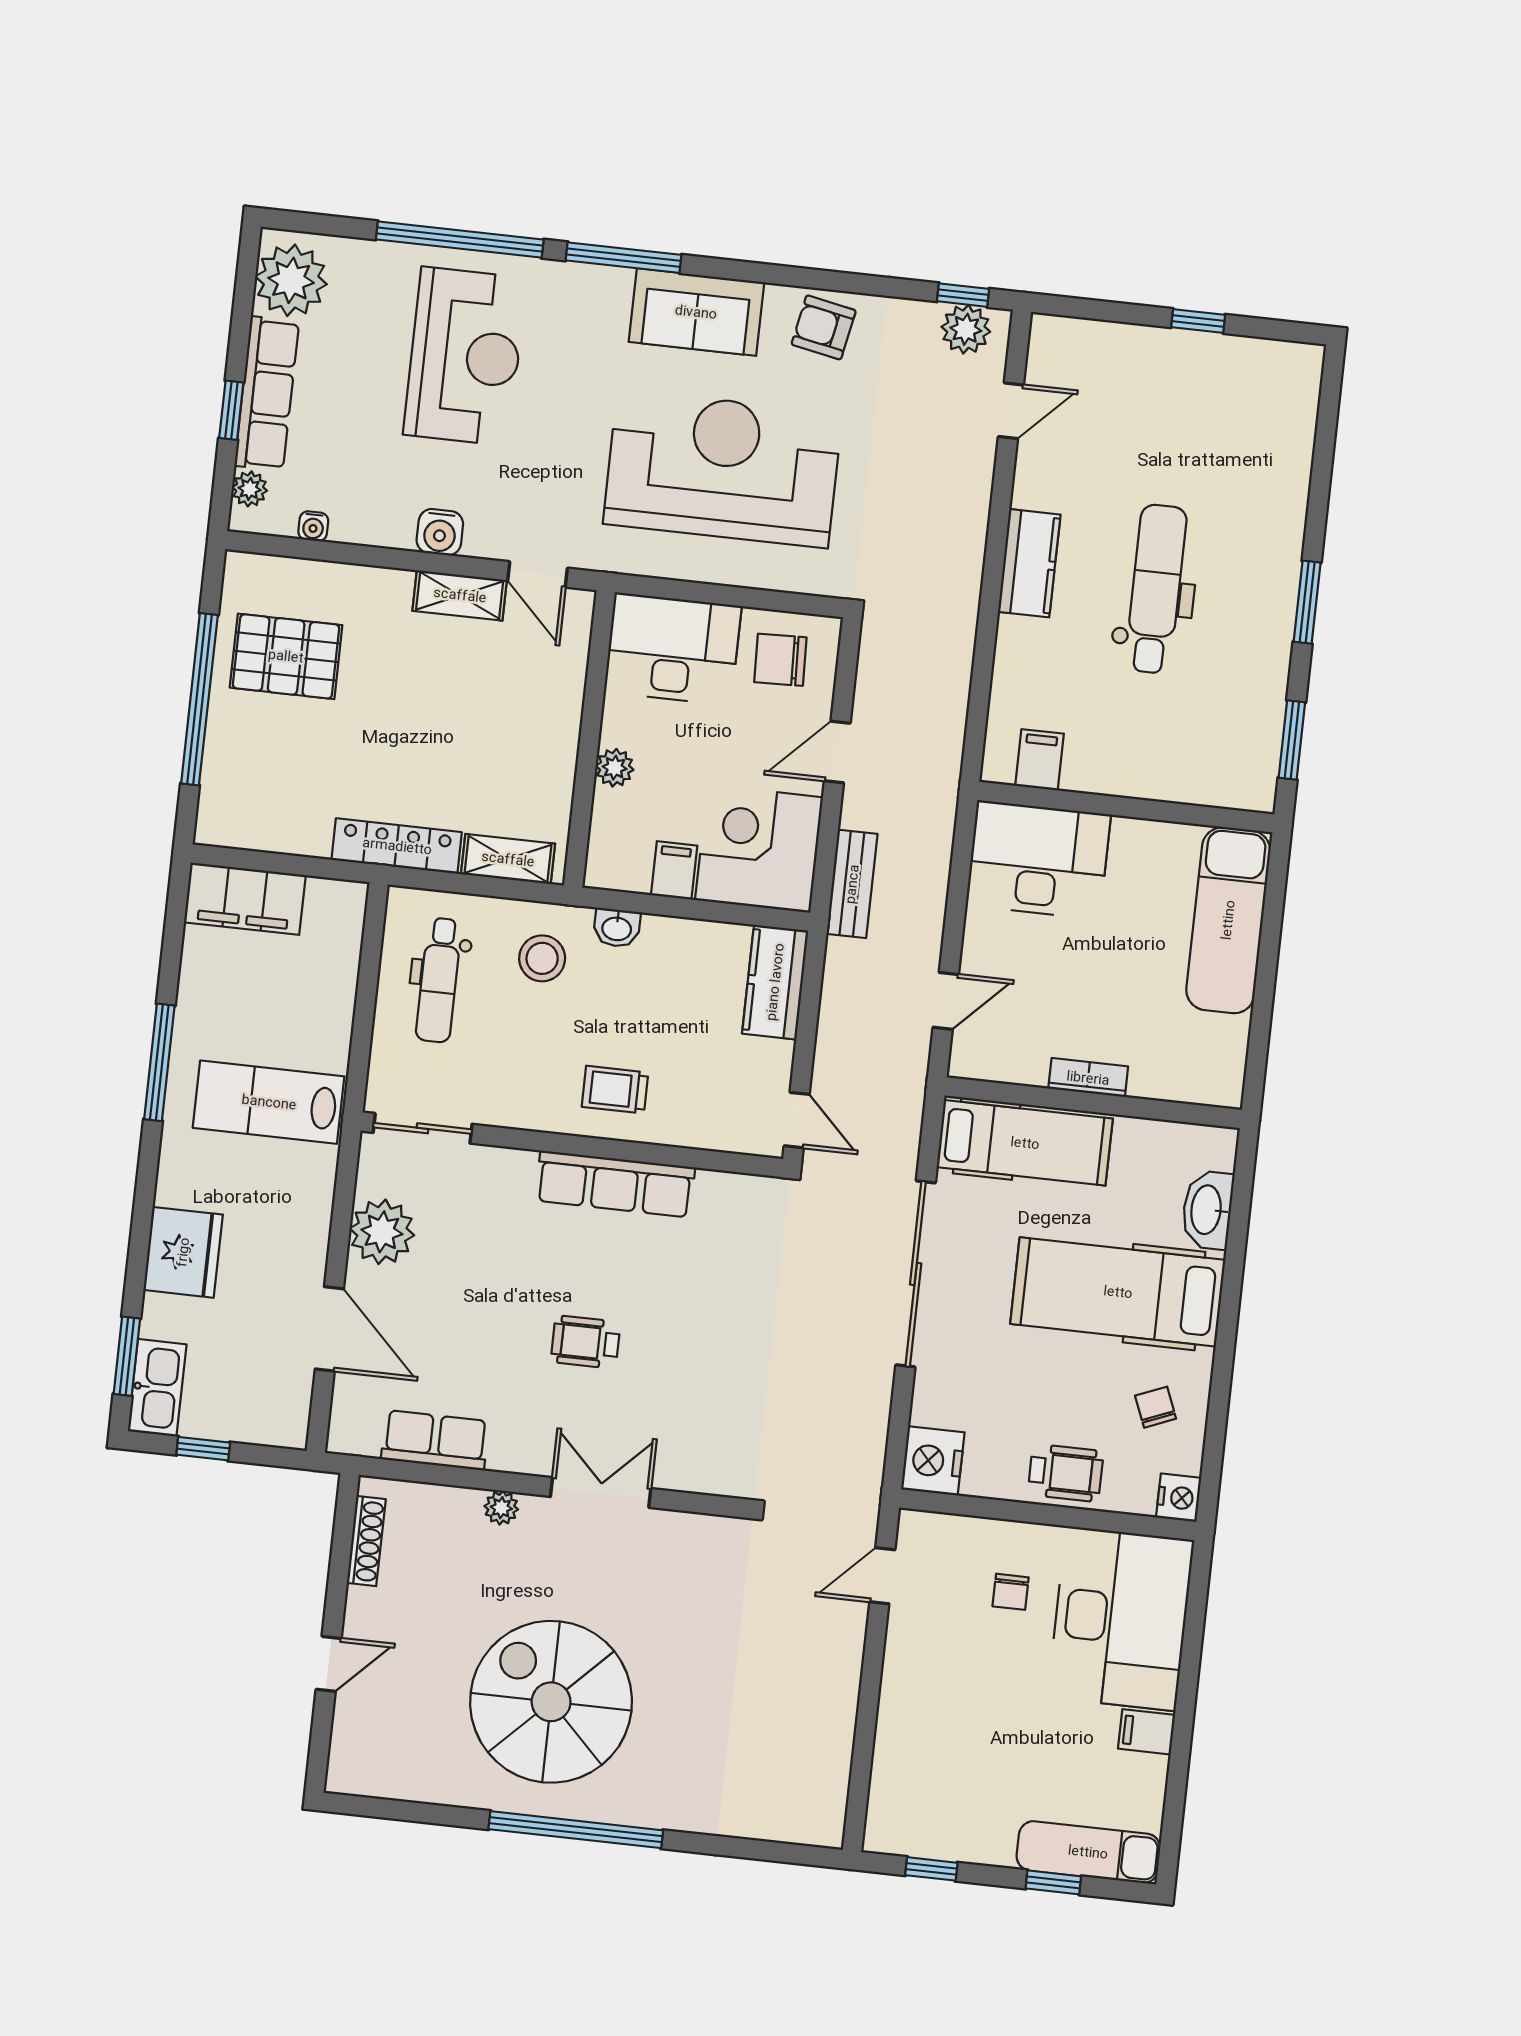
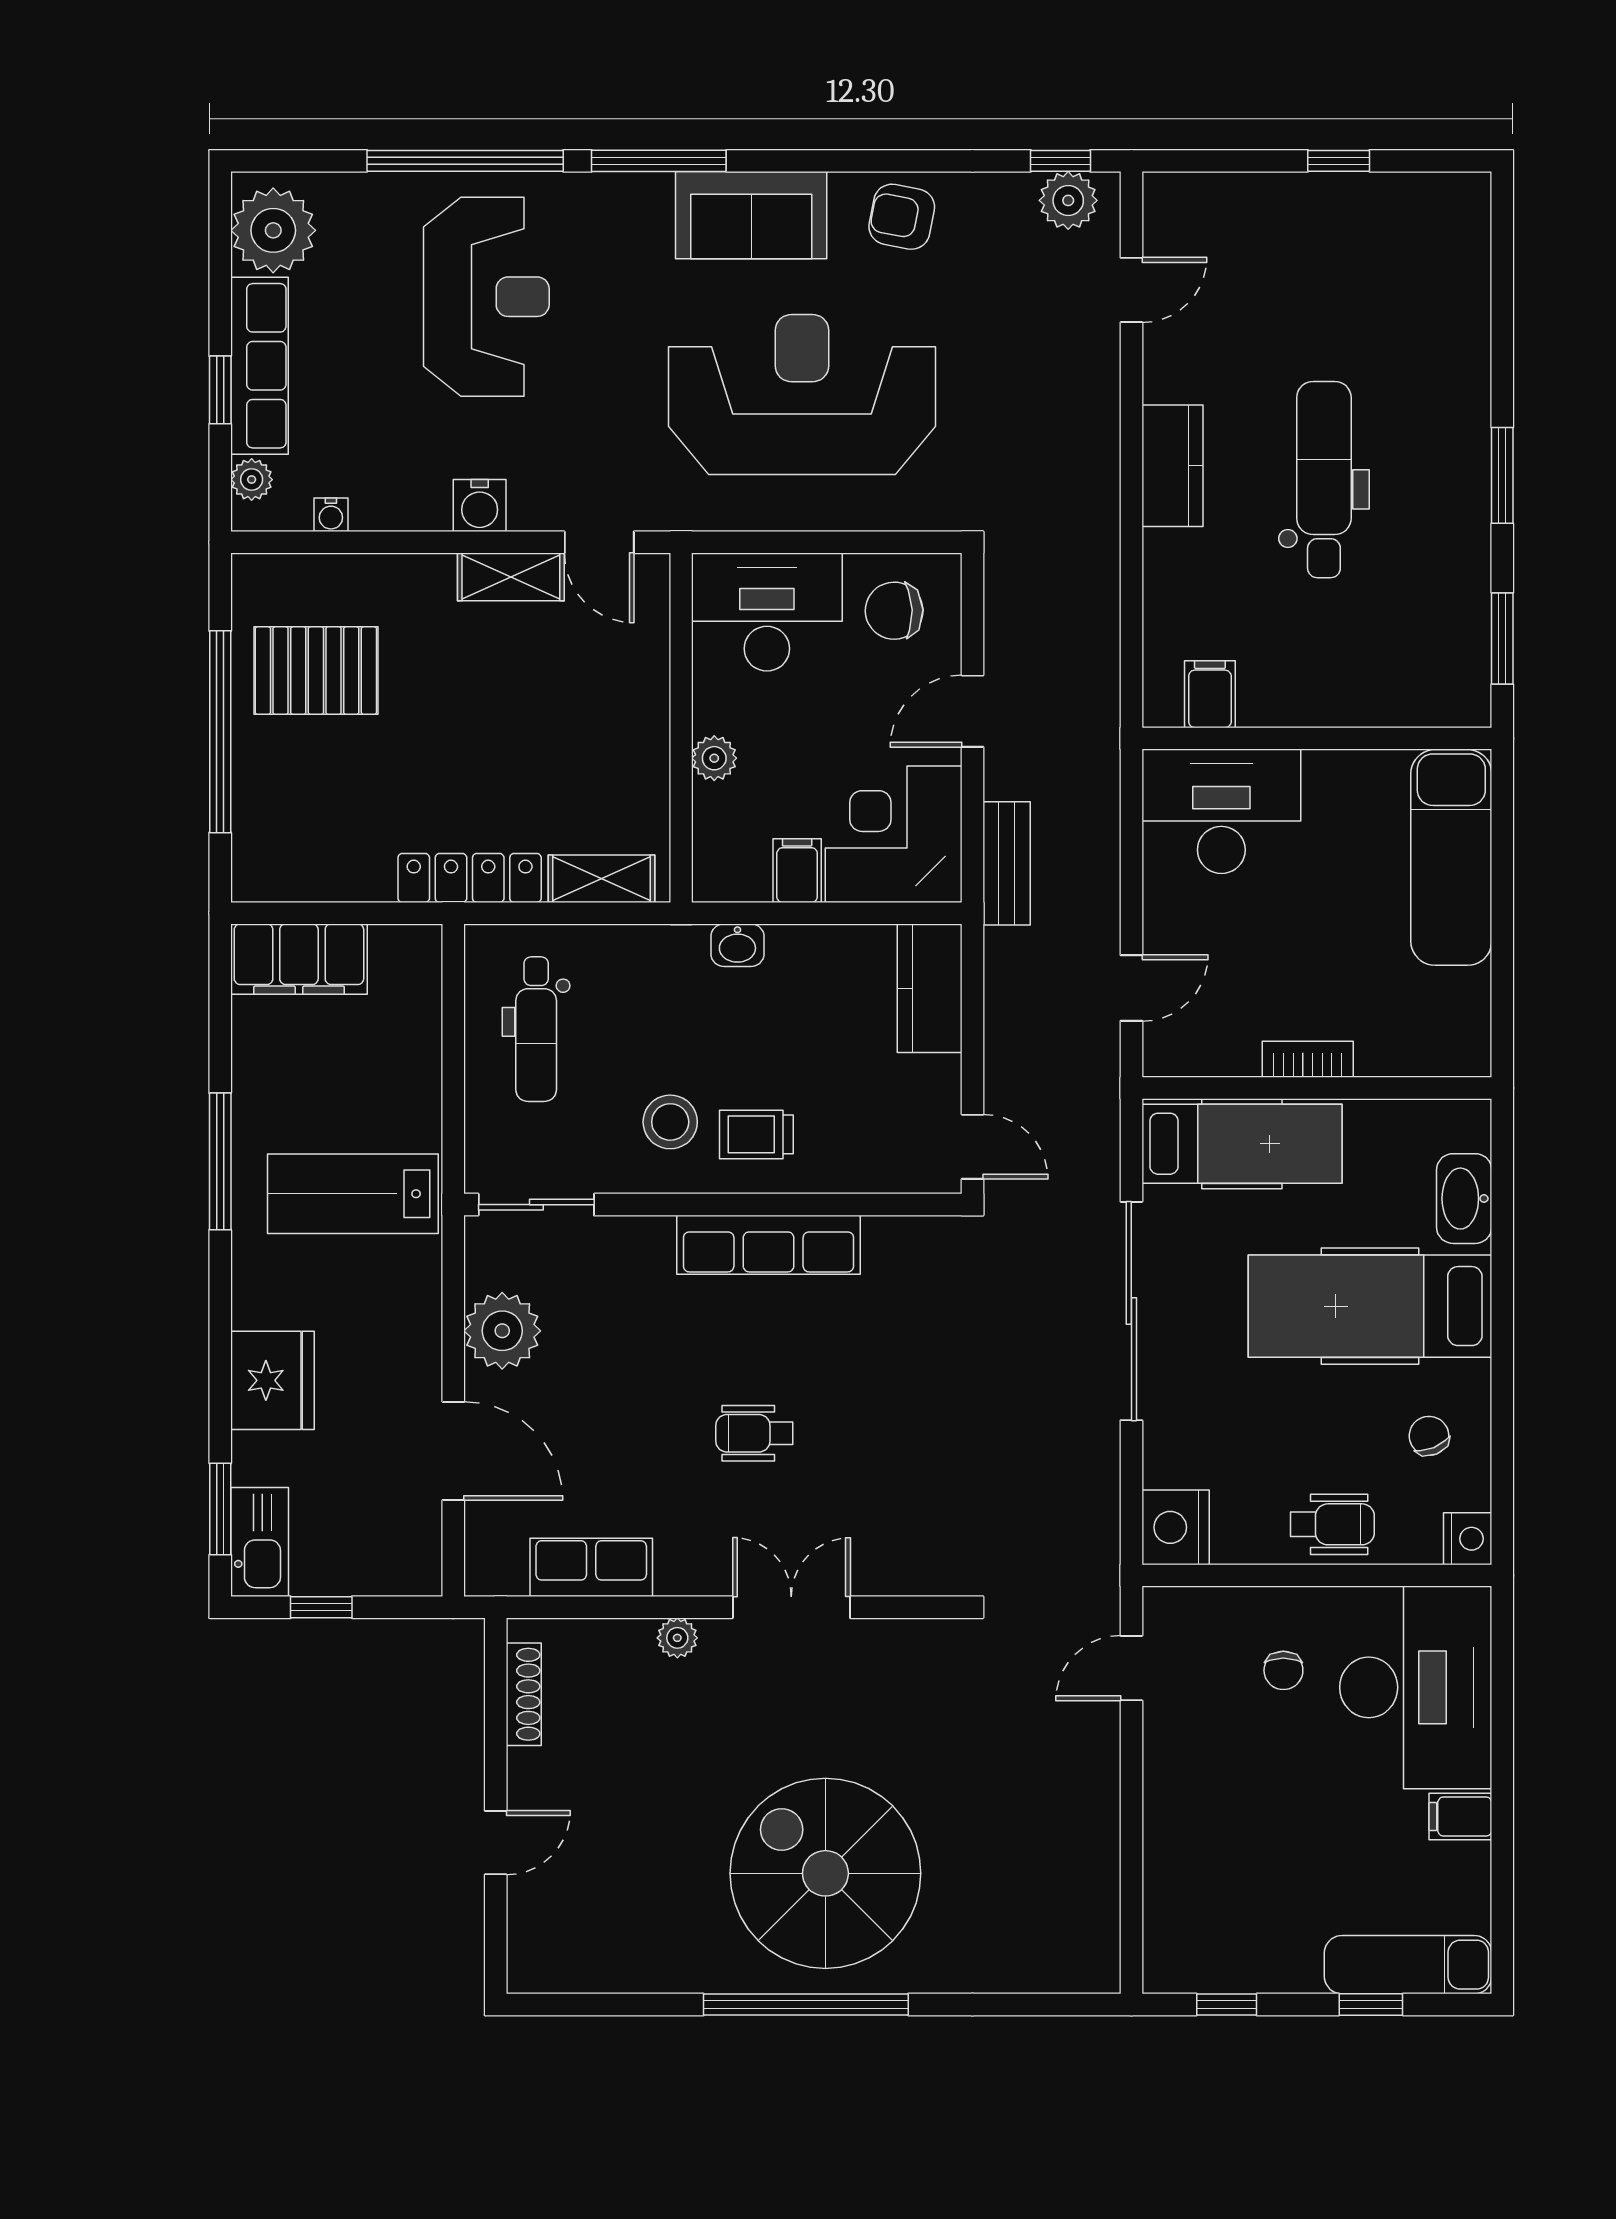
stool: (542, 958) -> (670, 1122), moved
spiral stairs: (551, 1702) -> (825, 1873), moved

